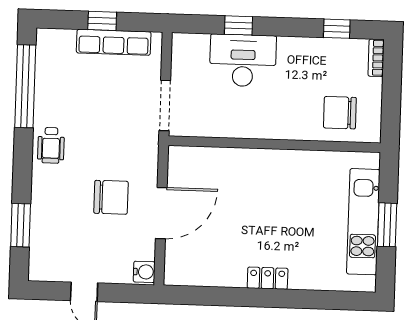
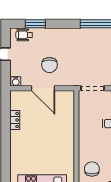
wheelchair: (51, 145) -> (24, 35), moved
locker: (268, 278) -> (15, 120), moved

